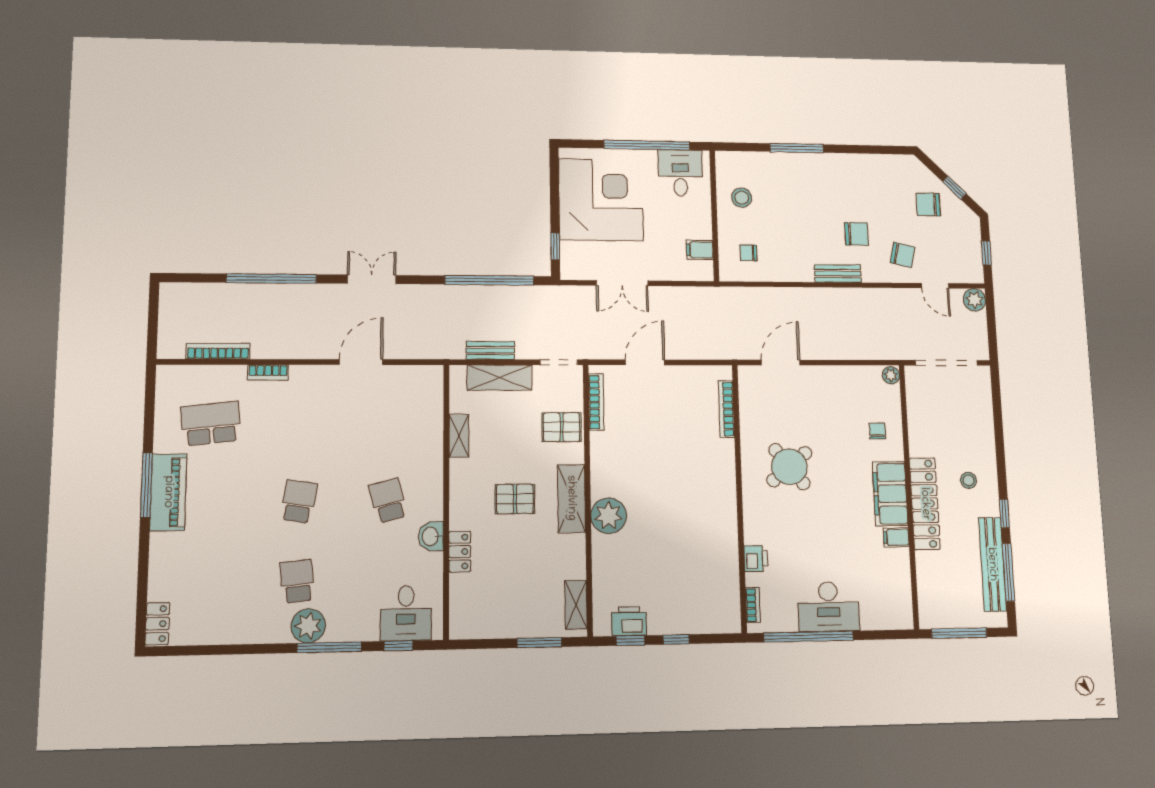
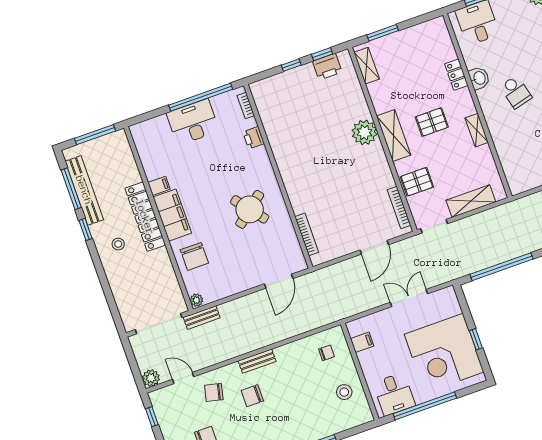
window: (555, 246) -> (476, 339), moved
bench: (490, 350) -> (202, 318), moved
chair: (877, 431) -> (194, 256), width x1.87, depth x1.87
shelving: (459, 436) -> (477, 130), moved

